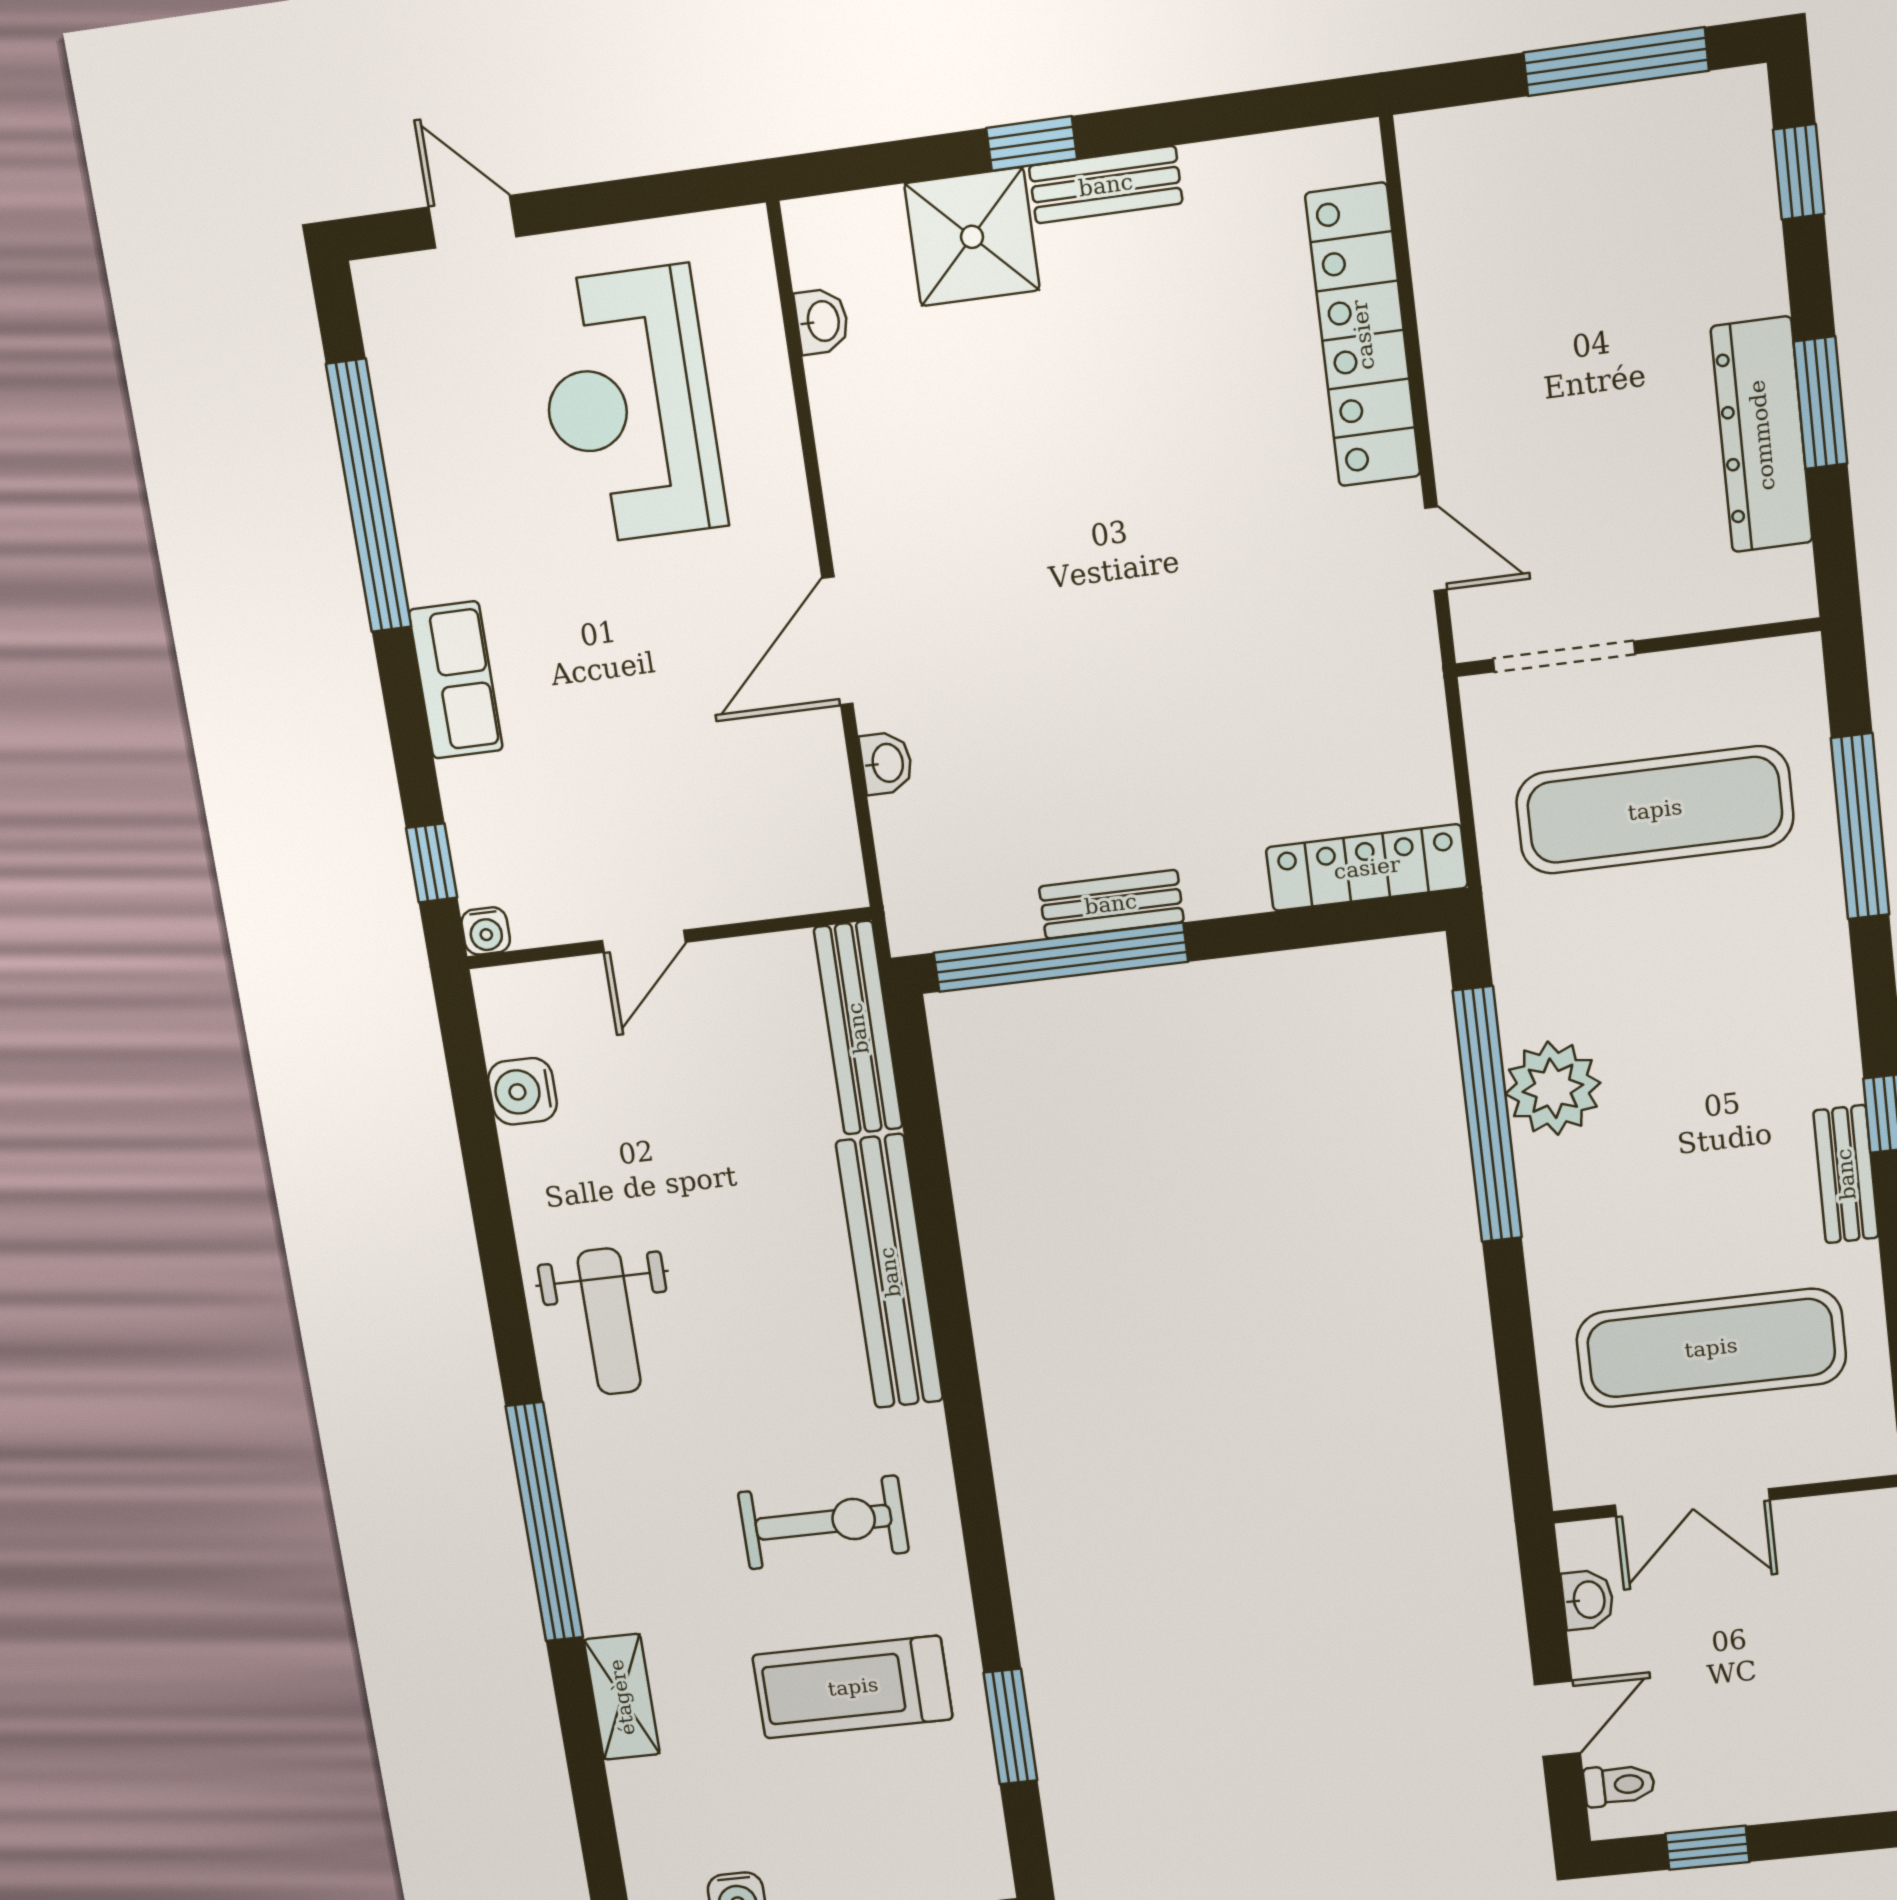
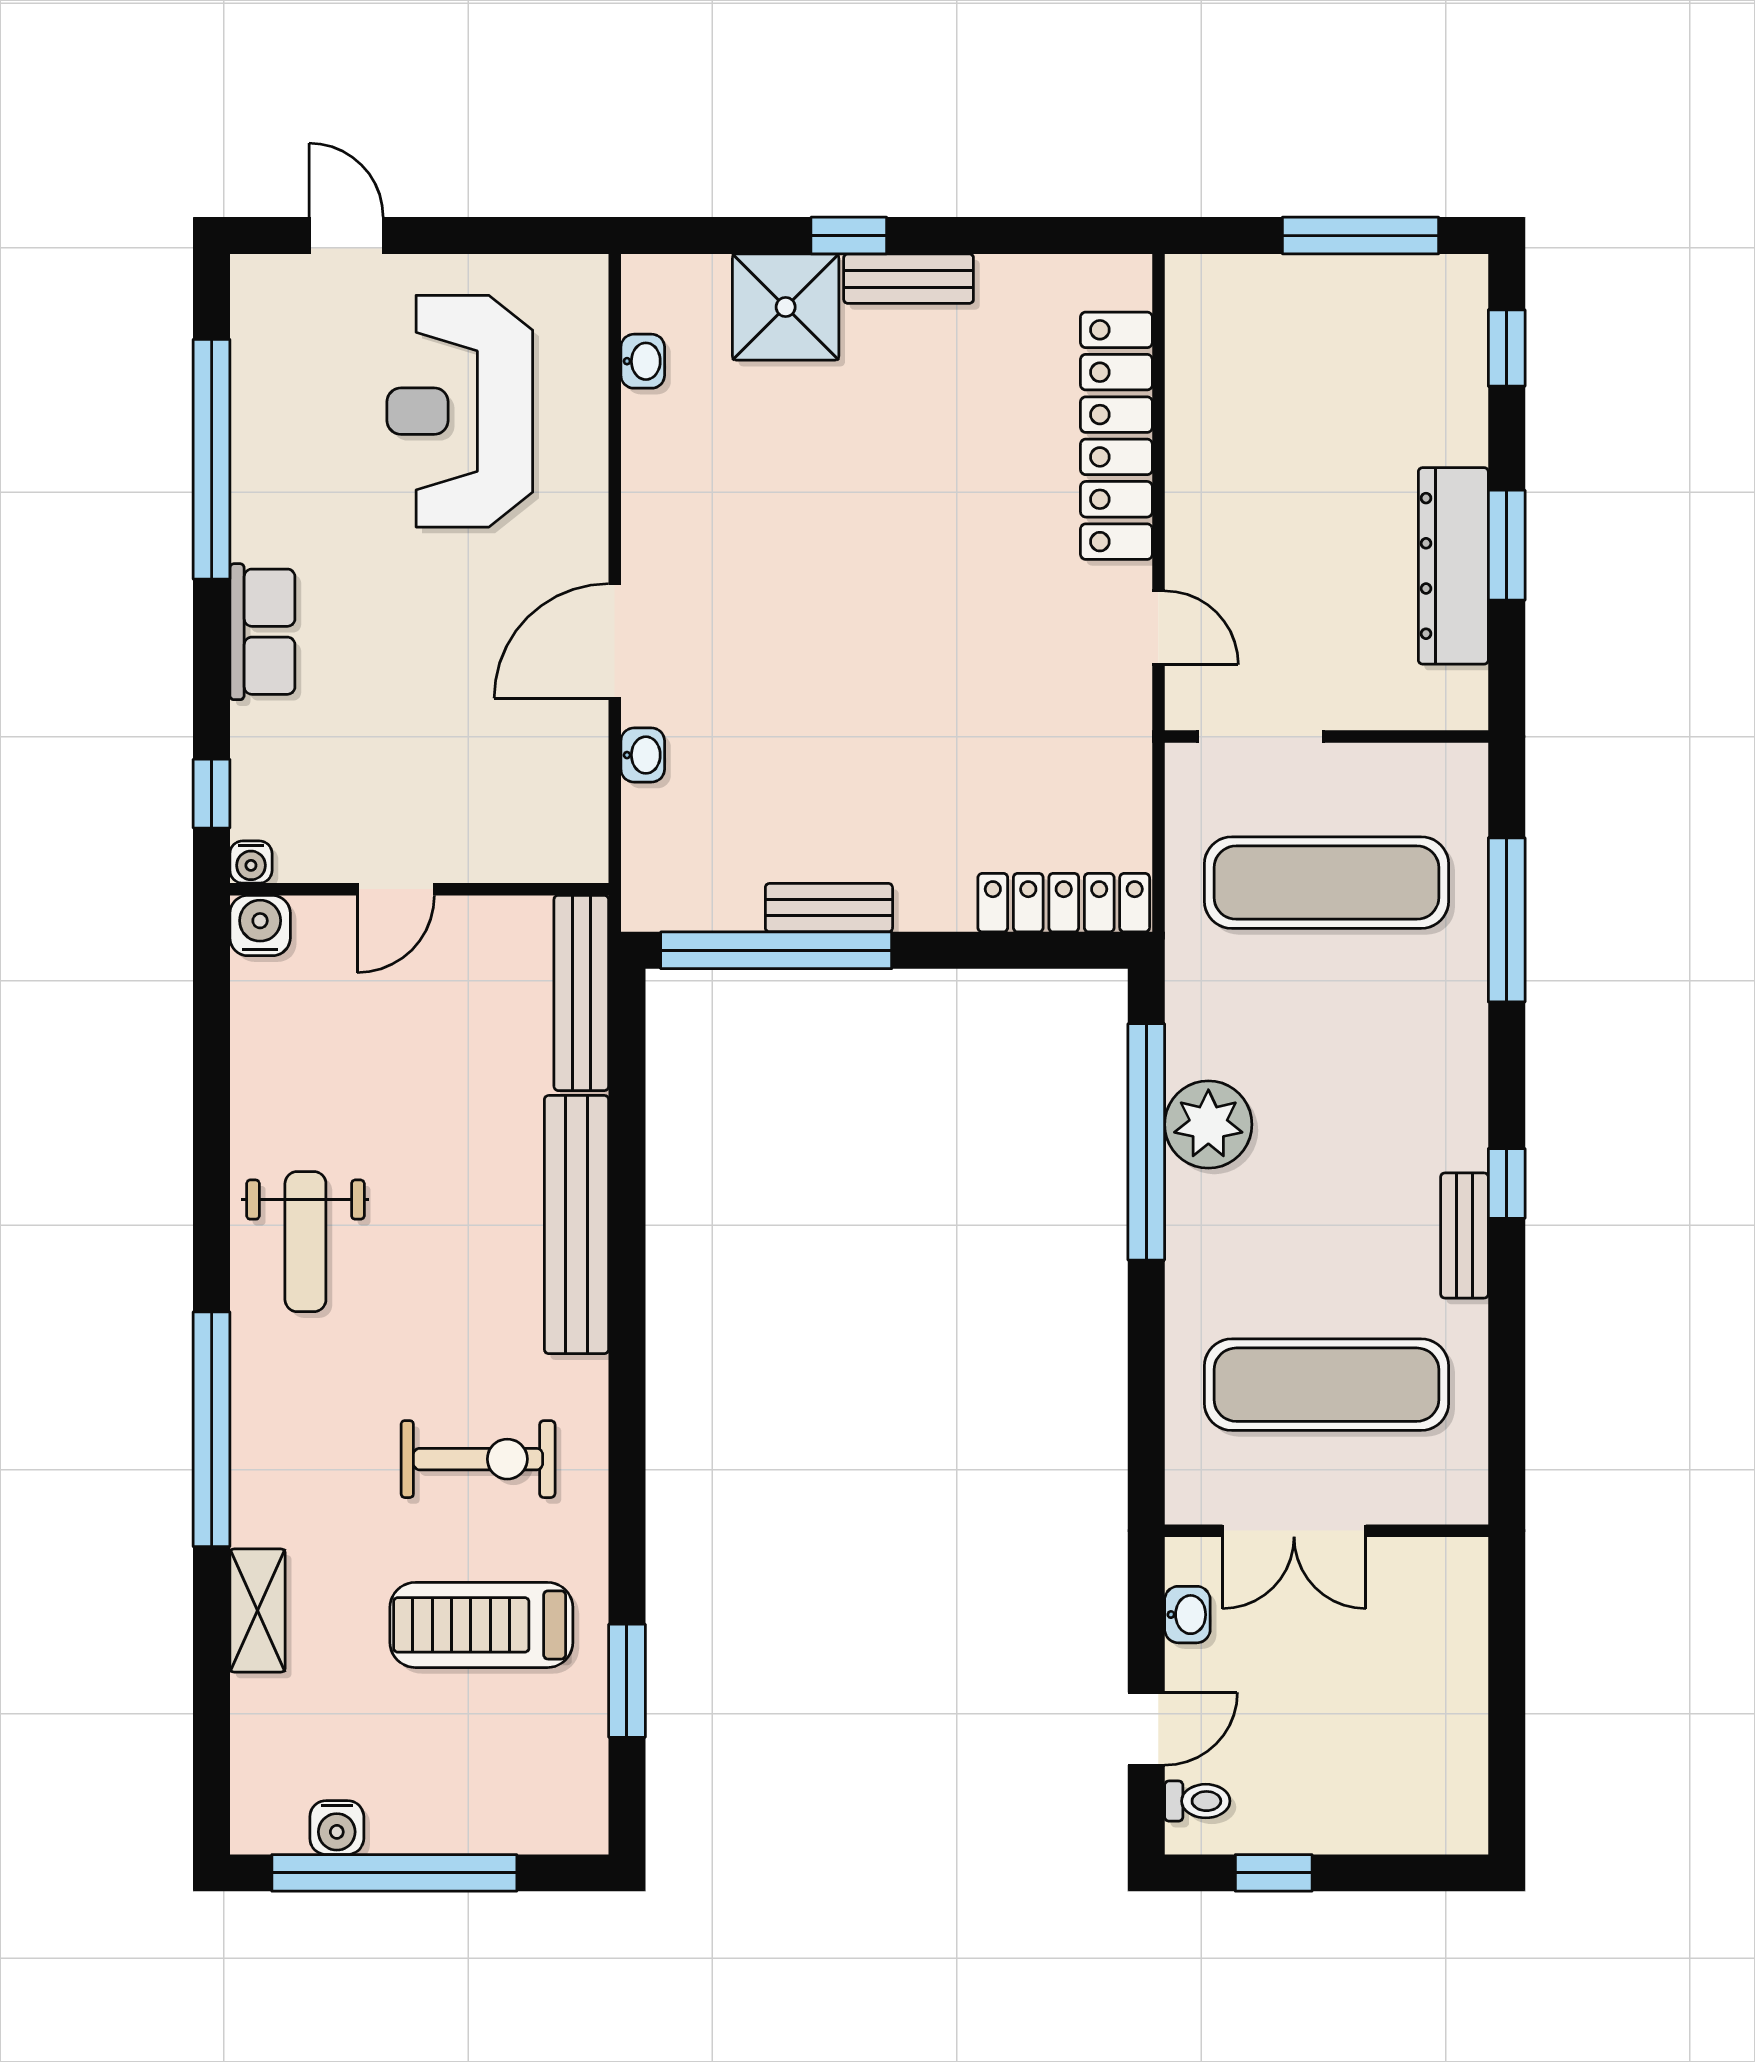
water cooler: (522, 1091) -> (260, 926), moved, turned 90

